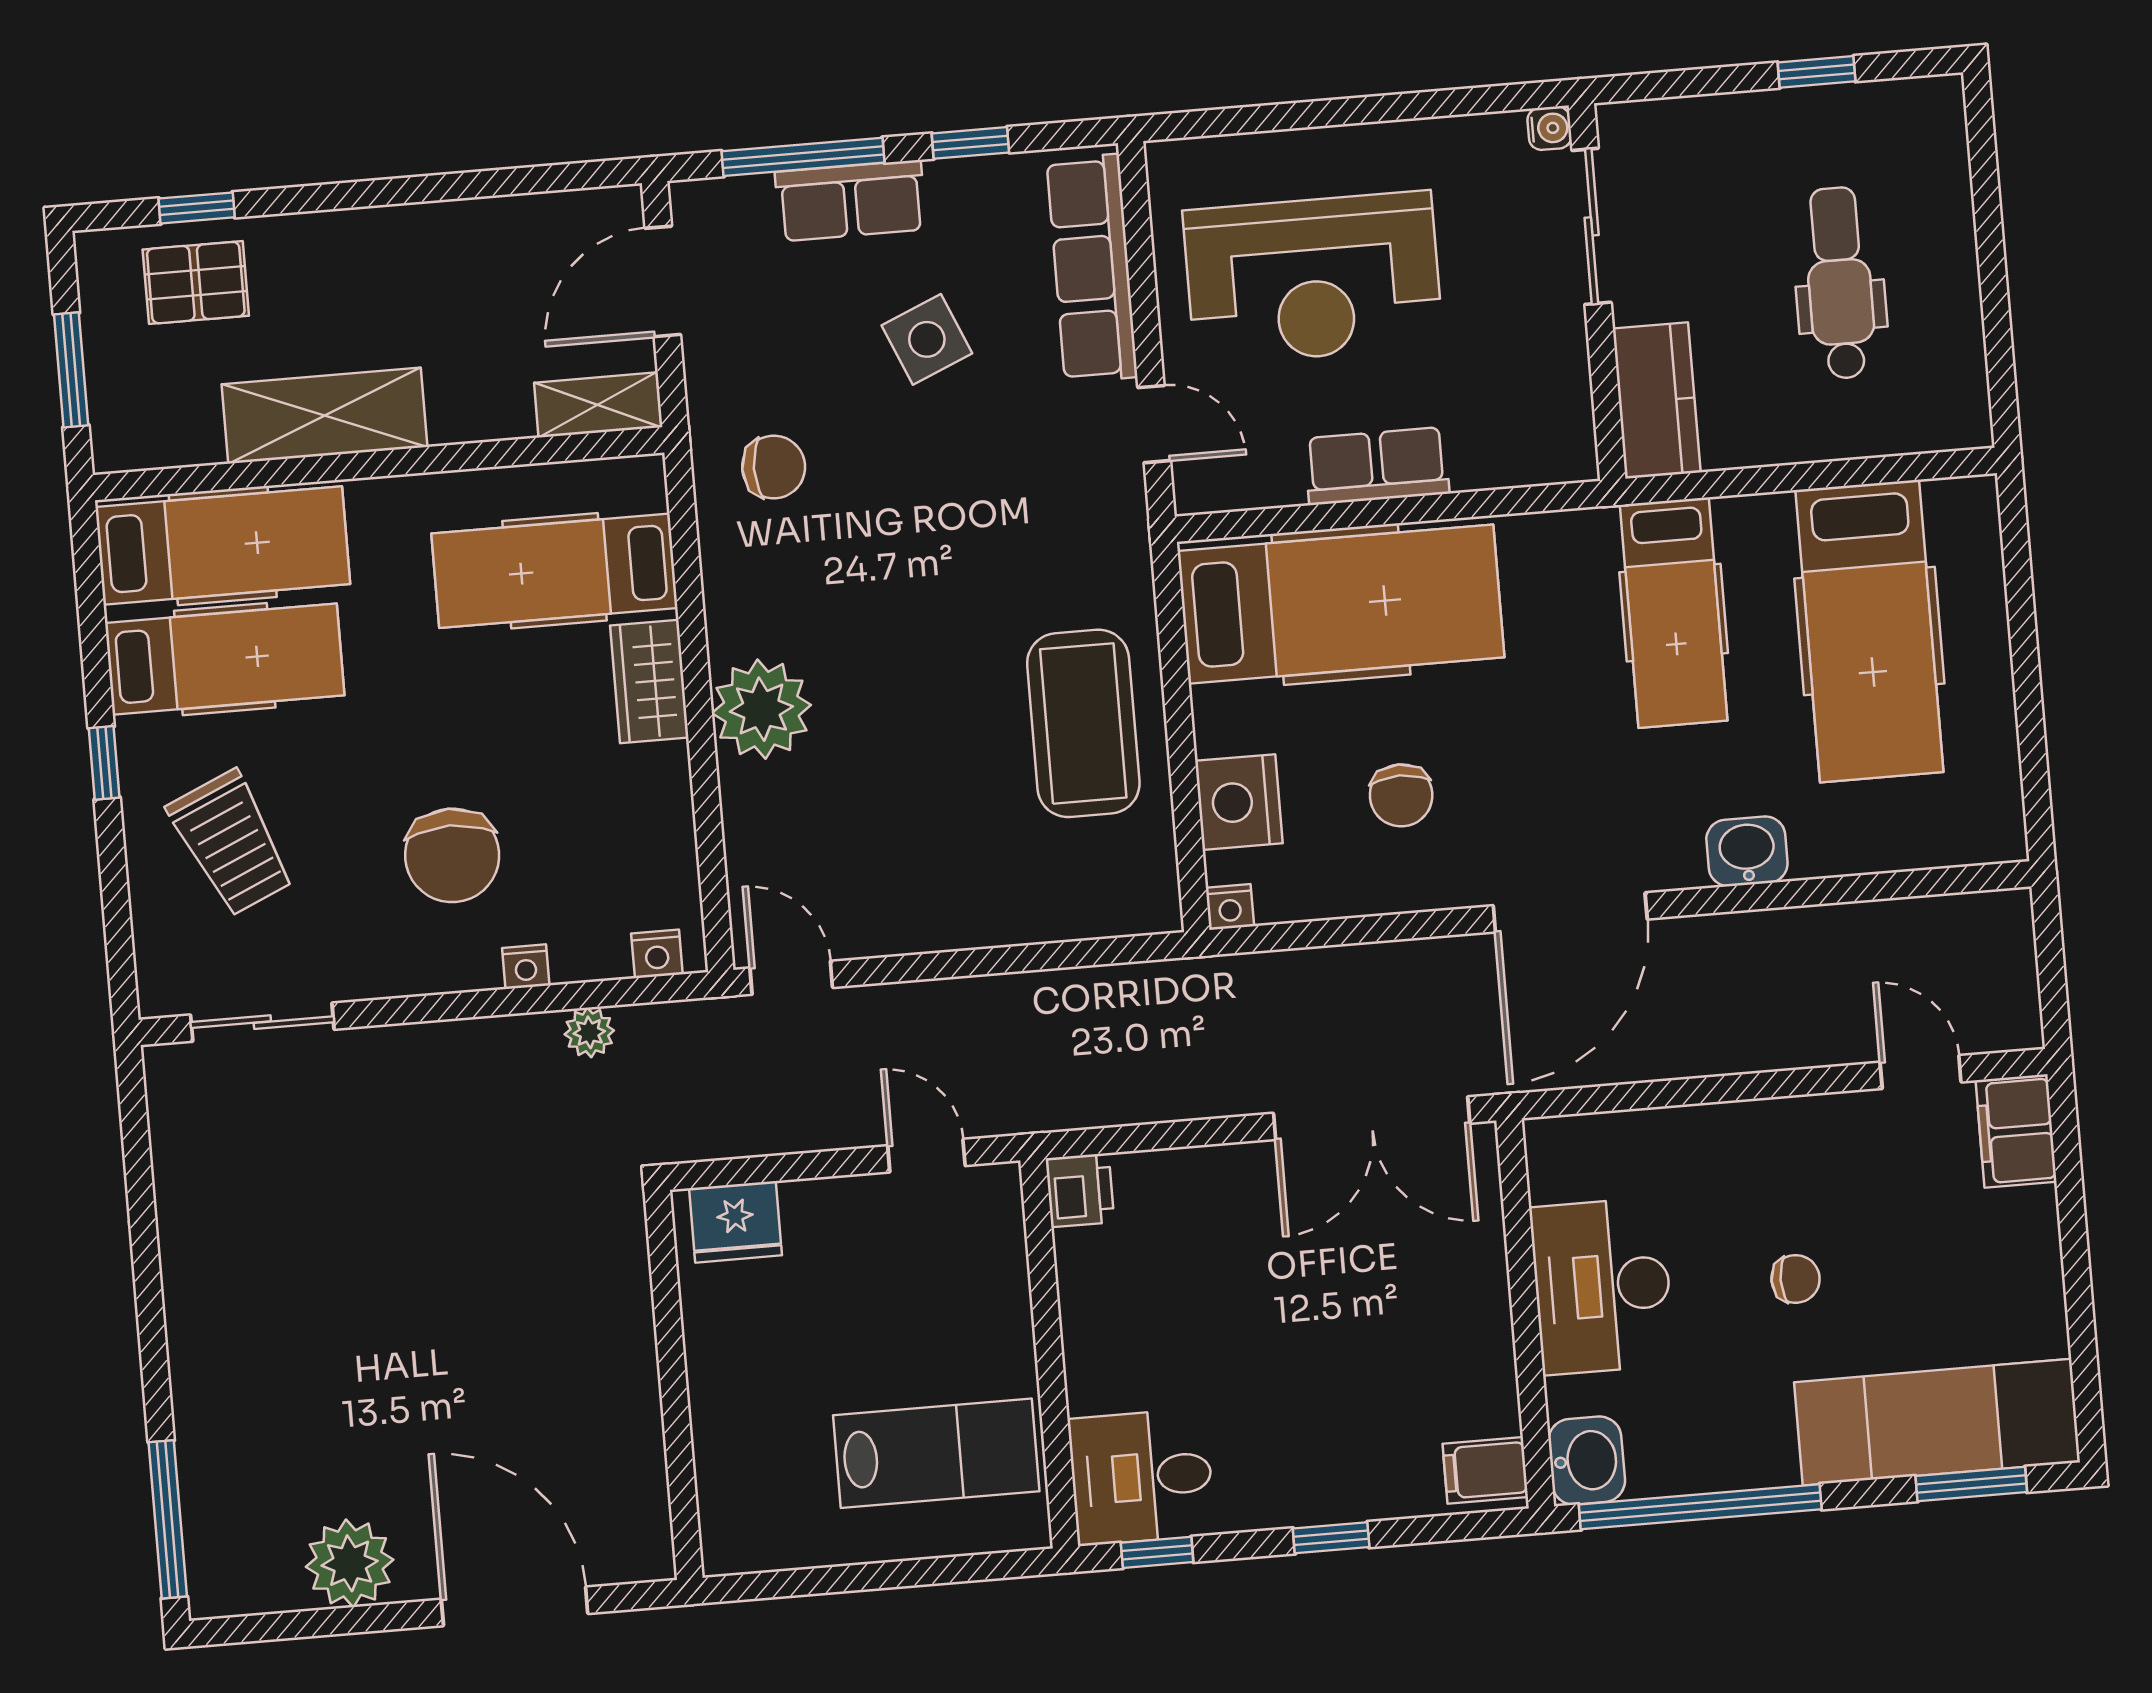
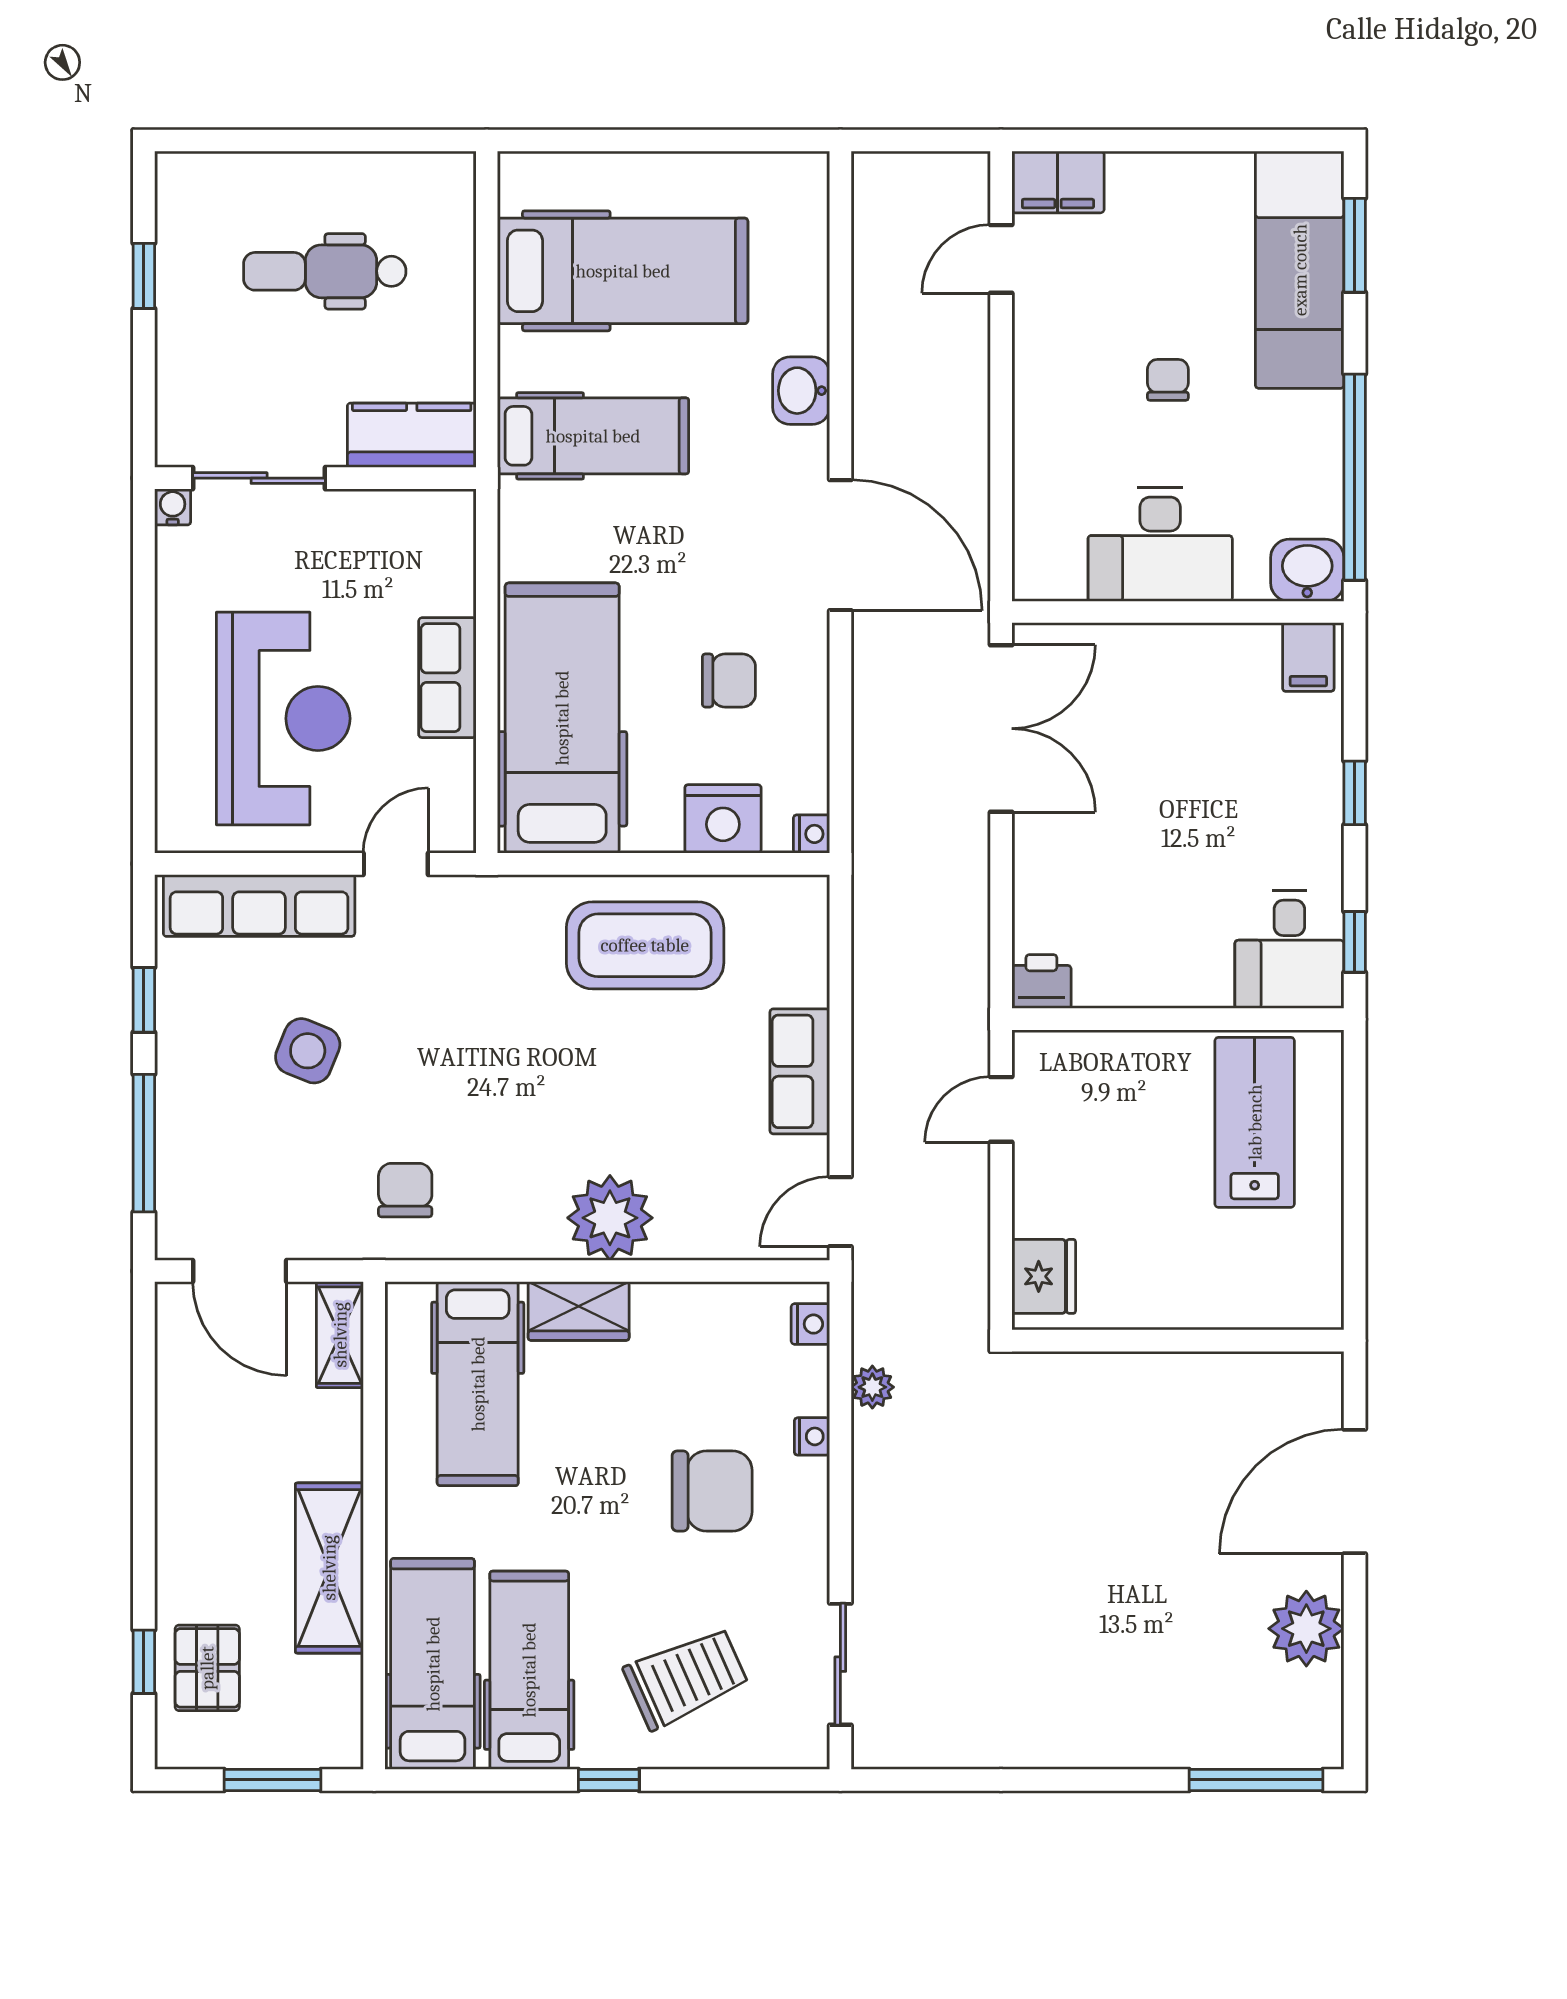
row of seats: (851, 201) -> (800, 1071), moved, turned 180
side table: (927, 339) -> (308, 1051), turned 45

